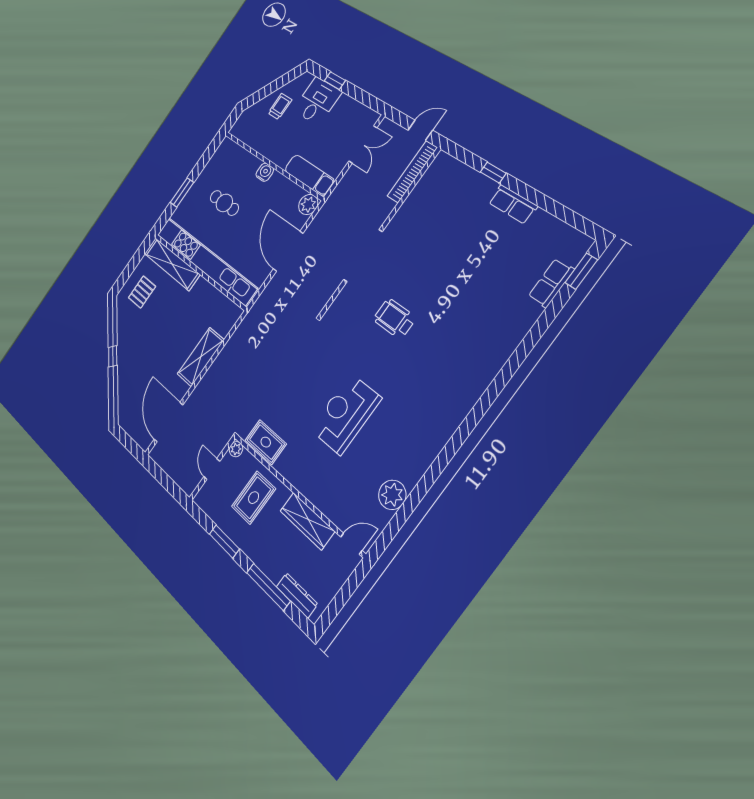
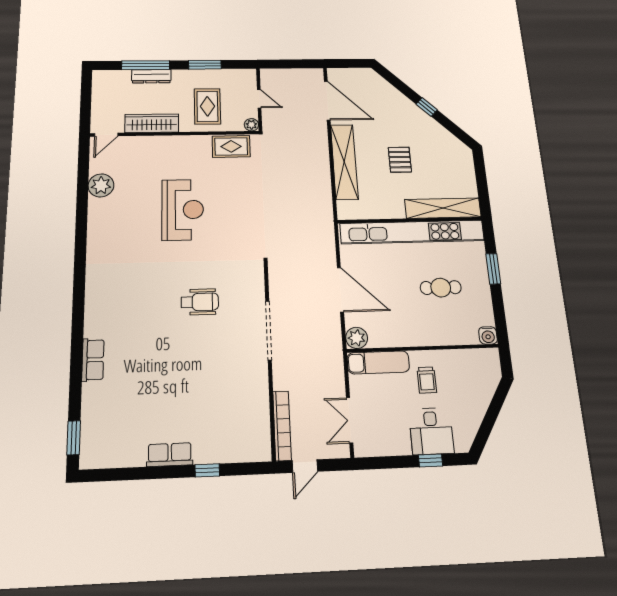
trolley: (280, 106) -> (427, 380), moved
water cooler: (265, 172) -> (488, 335), moved
row of seats: (551, 283) -> (93, 360), moved
pallet: (142, 292) -> (400, 160), moved
shelving: (201, 357) -> (344, 162), width x1.47
dresser: (297, 595) -> (151, 76), moved

